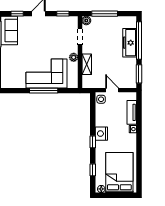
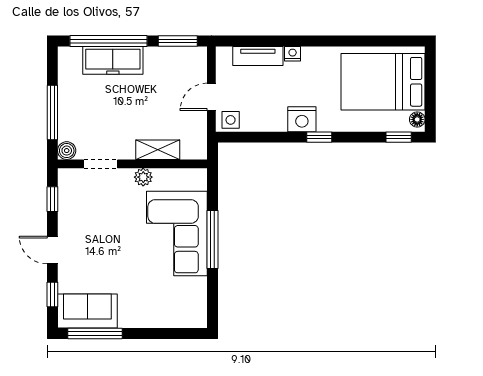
window: (93, 170) -> (399, 137), moved

